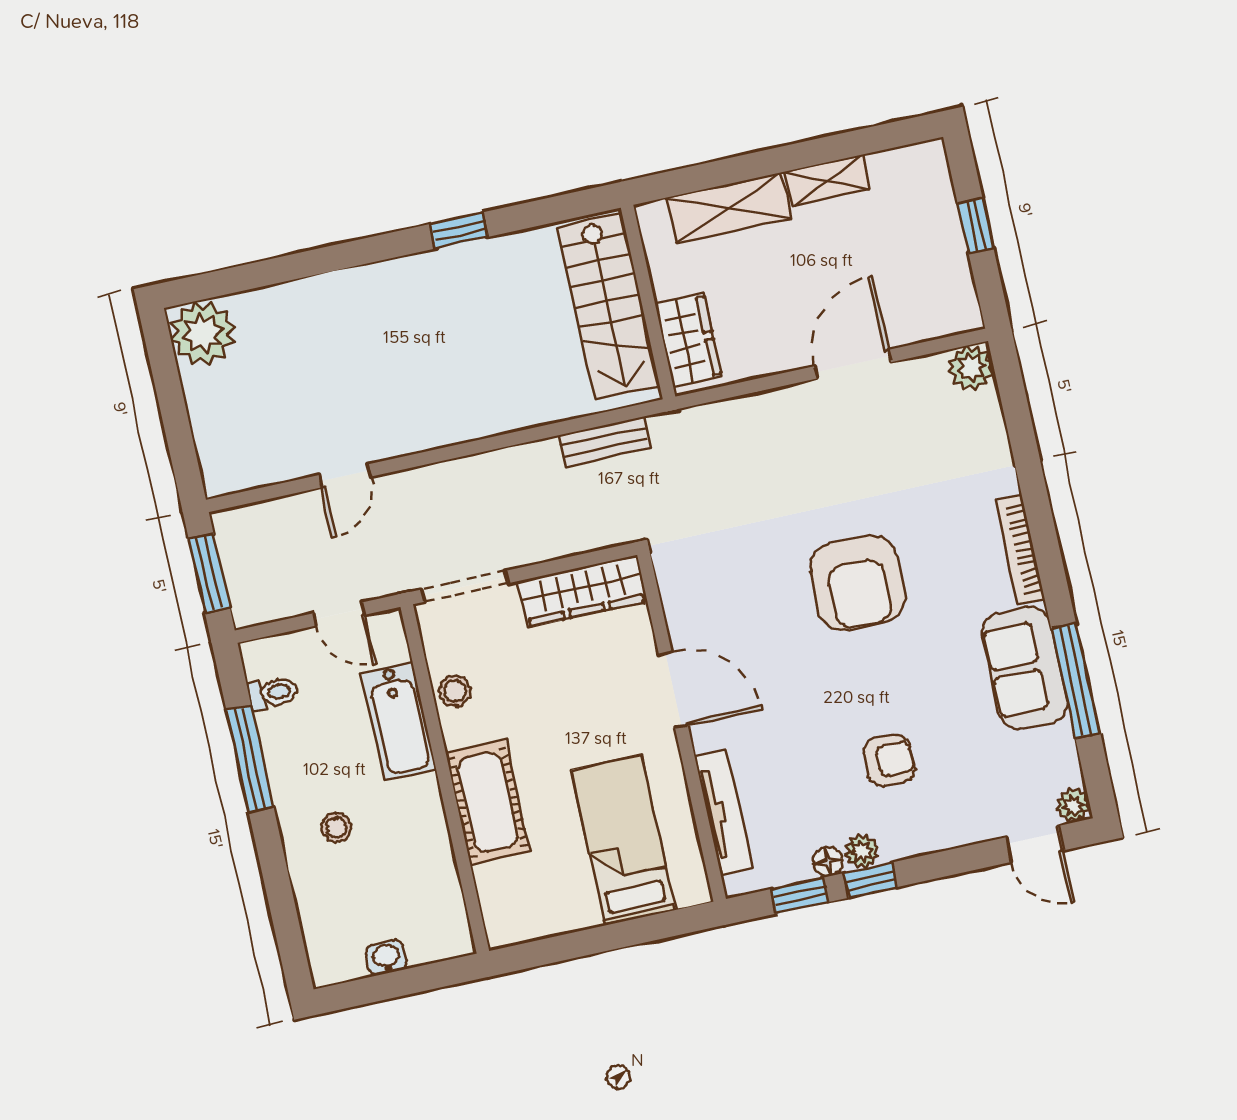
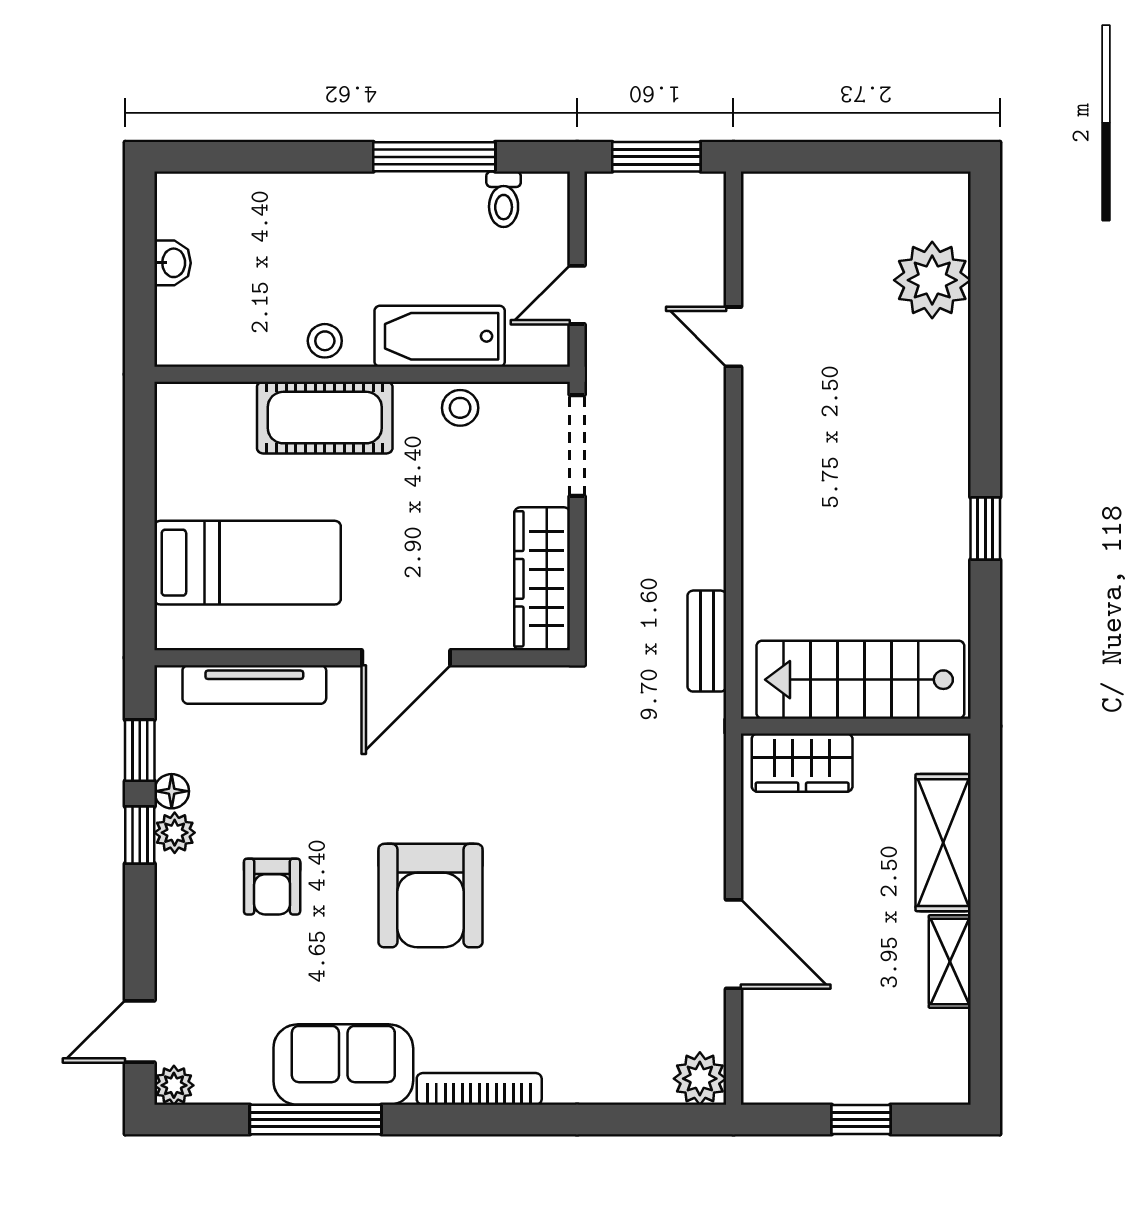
plant: (203, 333) -> (932, 280), moved
armchair: (858, 583) -> (430, 896), moved, turned -90
stool: (336, 827) -> (325, 341), moved

